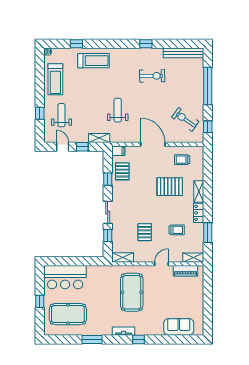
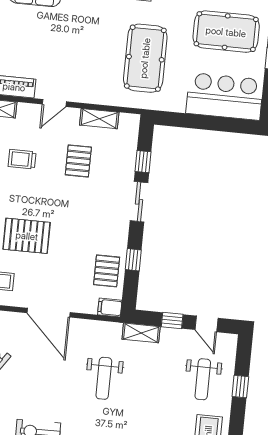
shelving: (123, 257) -> (99, 119), moved
pool table: (132, 292) -> (145, 58), moved

